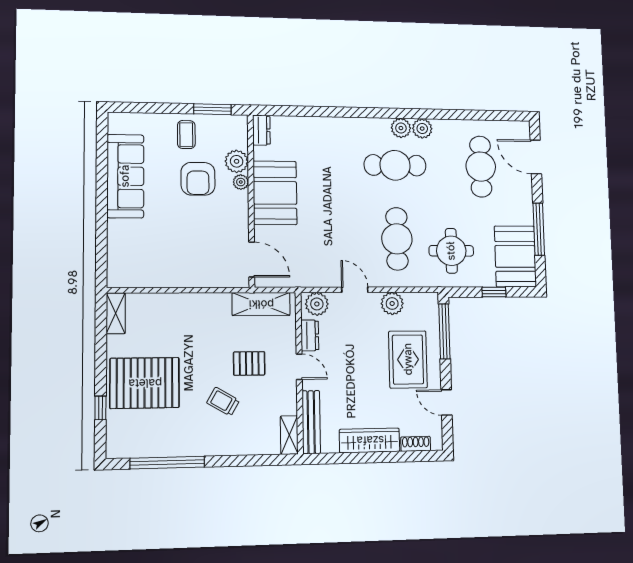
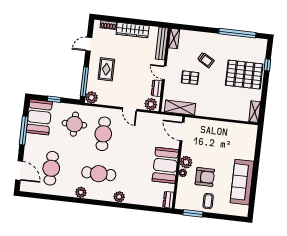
plant: (401, 128) -> (119, 197), moved
plant: (237, 161) -> (186, 162), moved
armchair: (198, 179) -> (205, 177), turned 90
plant: (392, 304) -> (91, 98), moved
rug: (408, 359) -> (106, 69), width x0.73, depth x0.70
door: (447, 402) -> (89, 44), swing flipped

